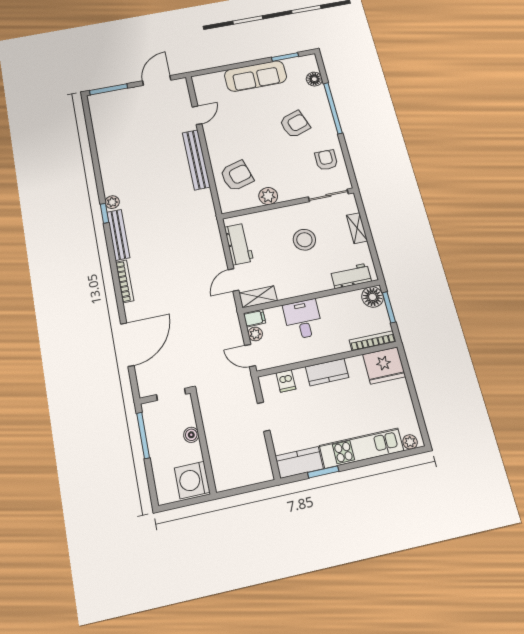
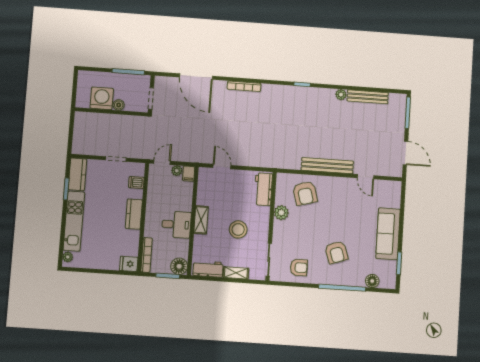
plant: (112, 202) -> (341, 95), moved
bench: (118, 235) -> (368, 97), moved
workbench: (239, 244) -> (263, 189), moved, turned 90
workbench: (351, 276) -> (208, 269), moved, turned -90
shelving: (258, 297) -> (201, 220), moved
desk: (303, 319) -> (176, 225), moved
fridge: (384, 365) -> (129, 264), width x0.53, depth x0.75
washing machine: (192, 480) -> (102, 98), moved

